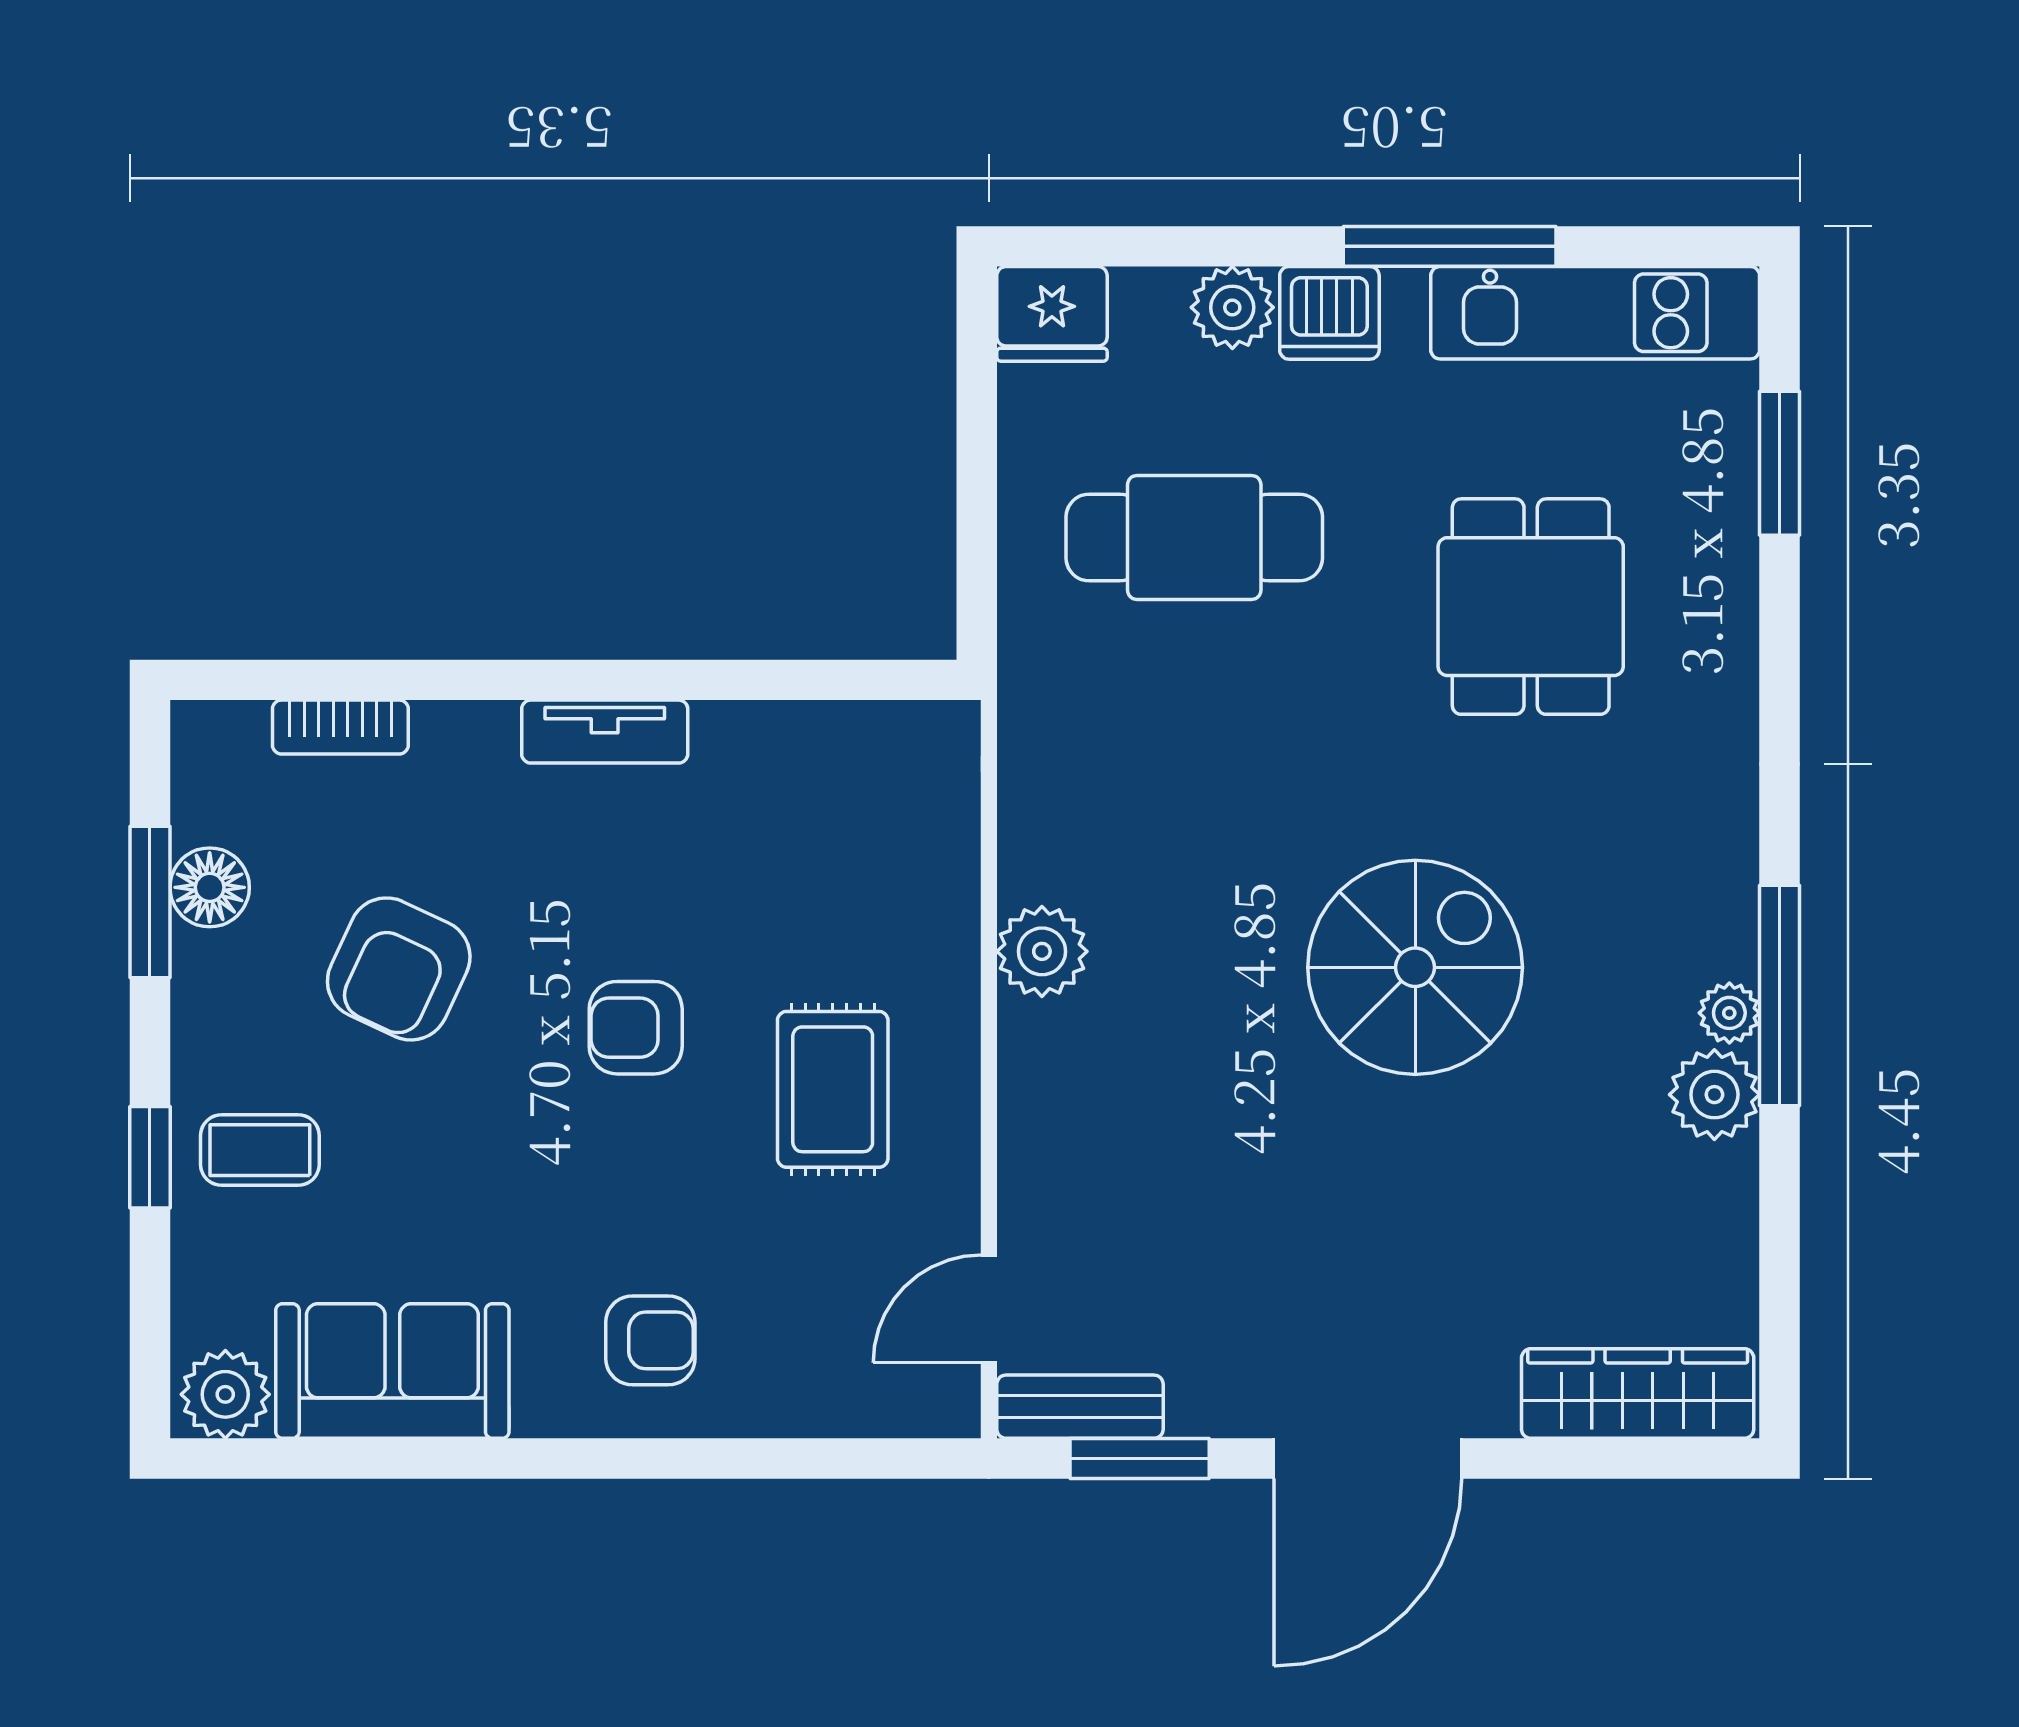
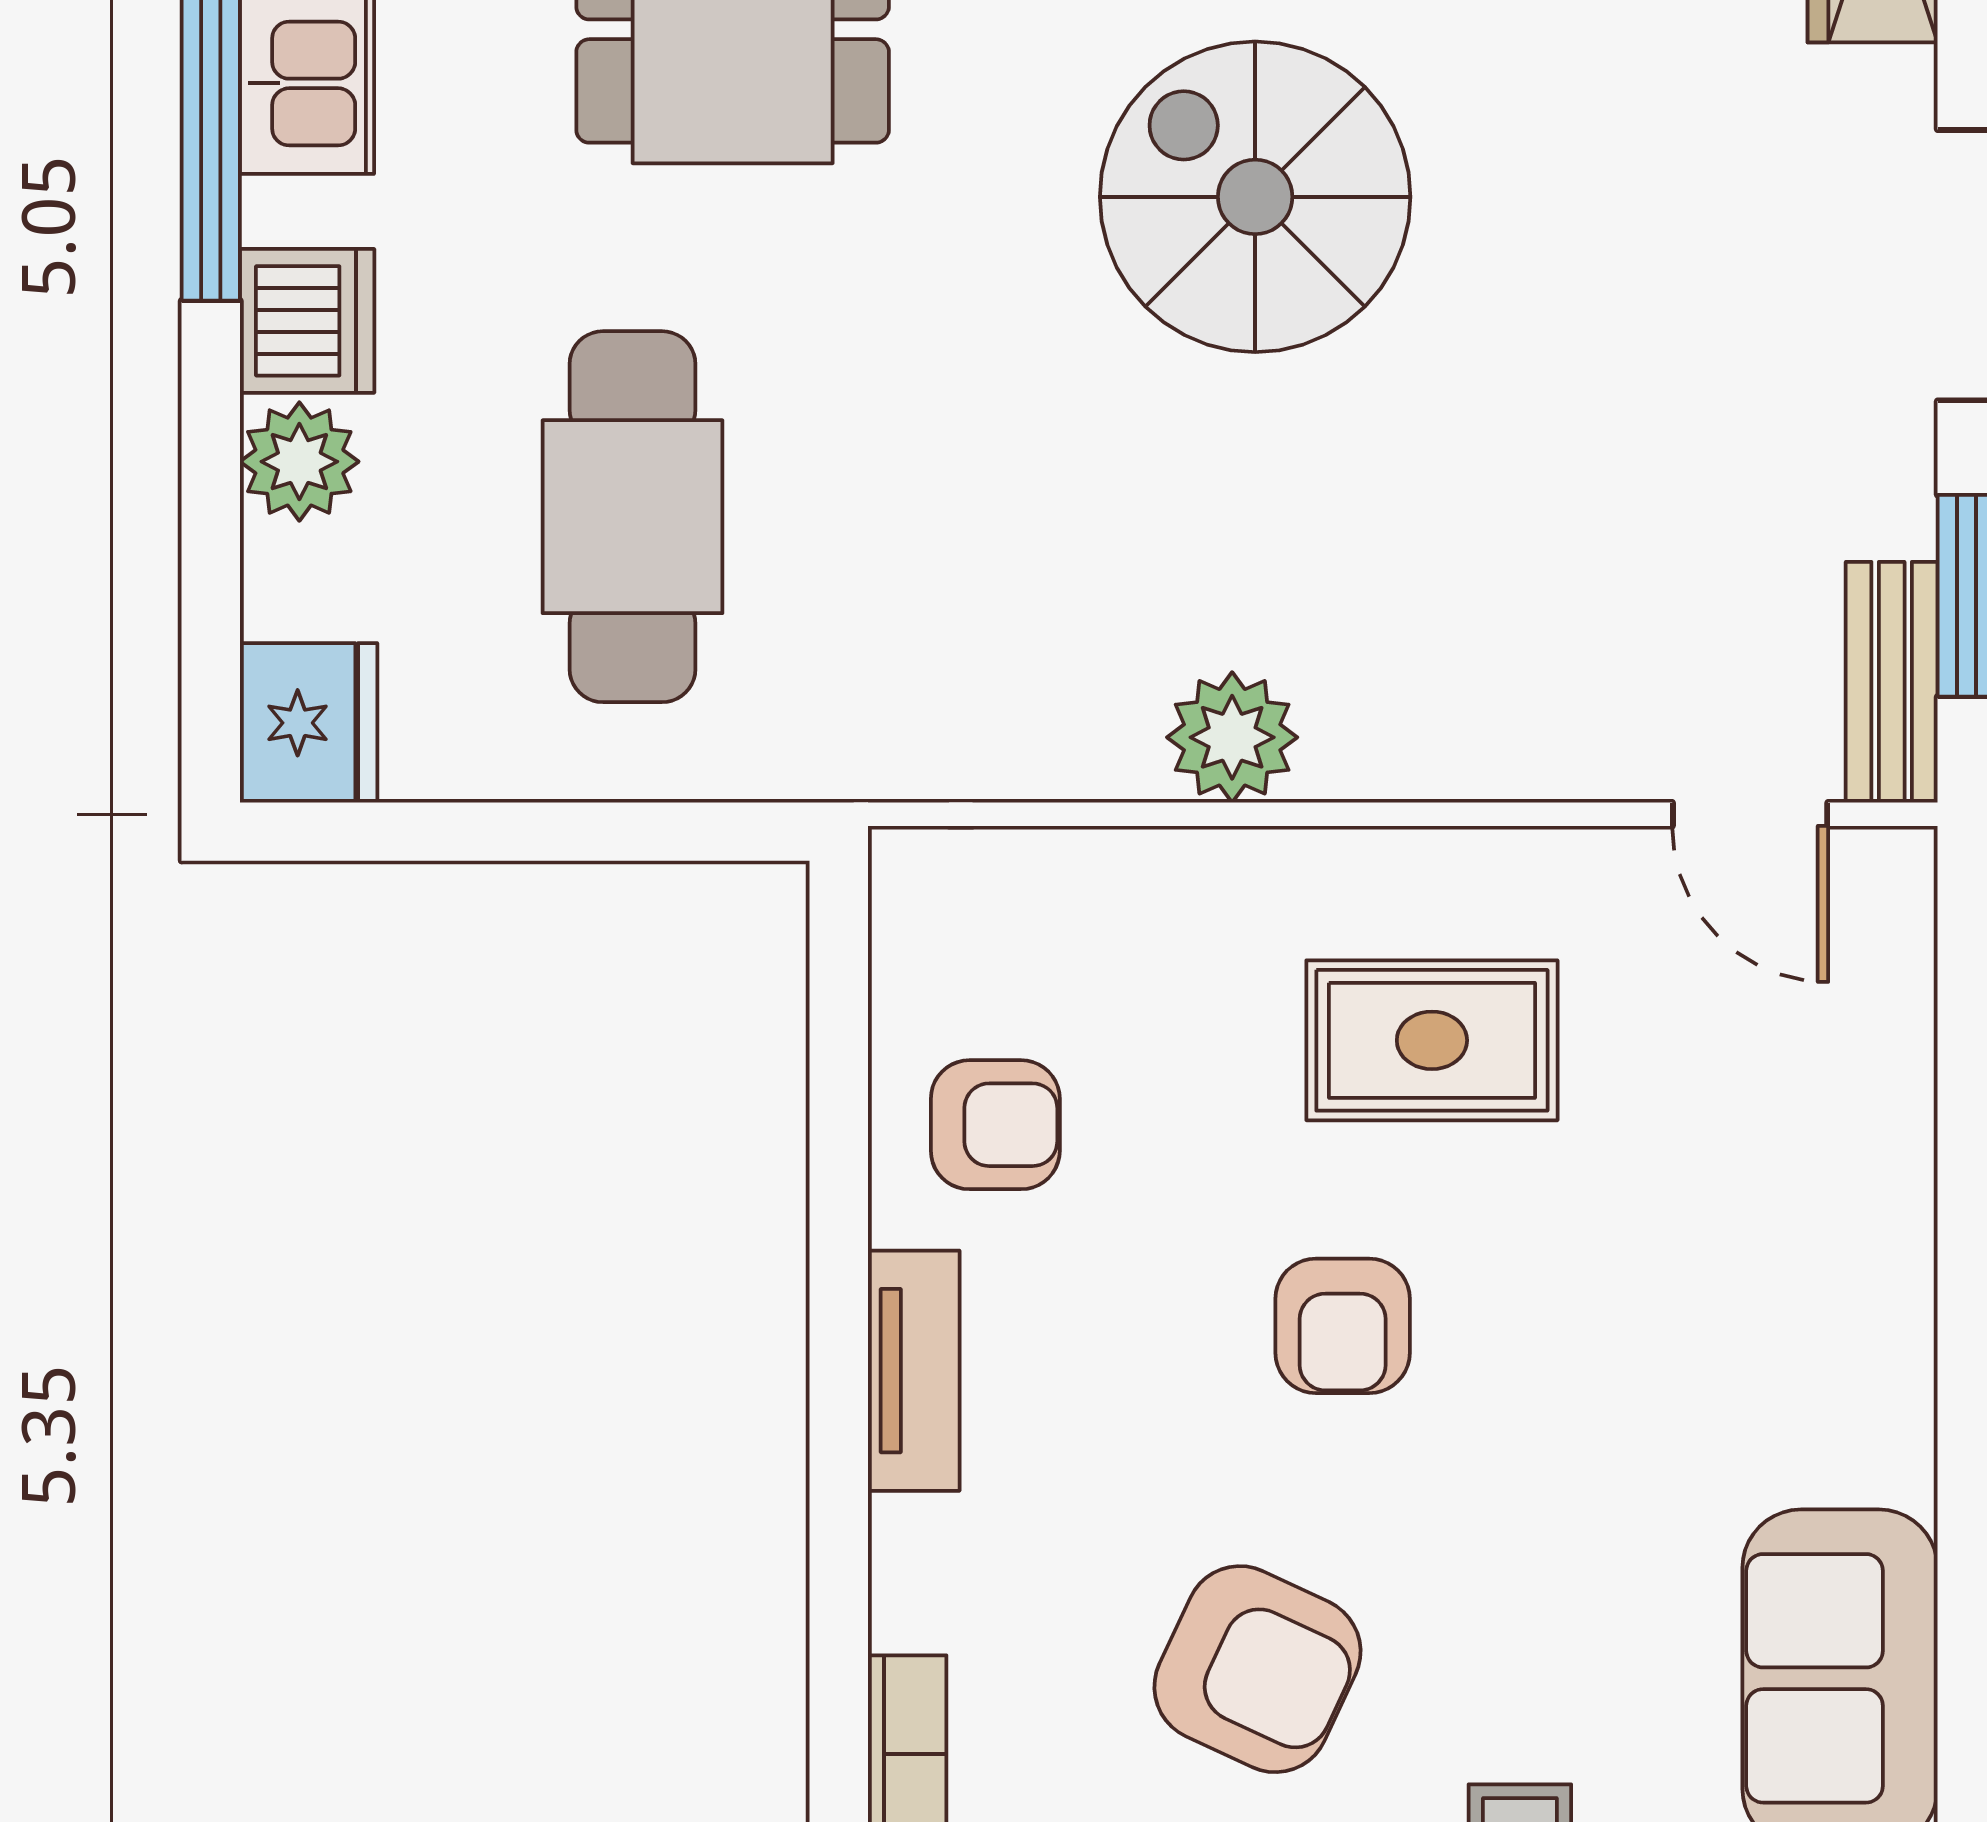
armchair: (650, 1340) -> (995, 1125), moved, turned 90

